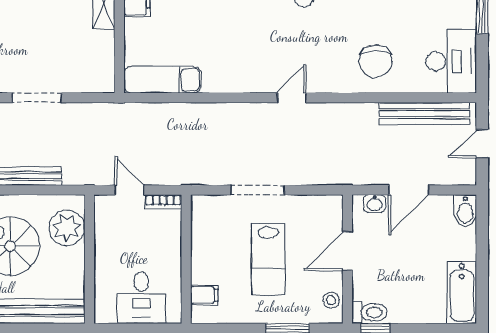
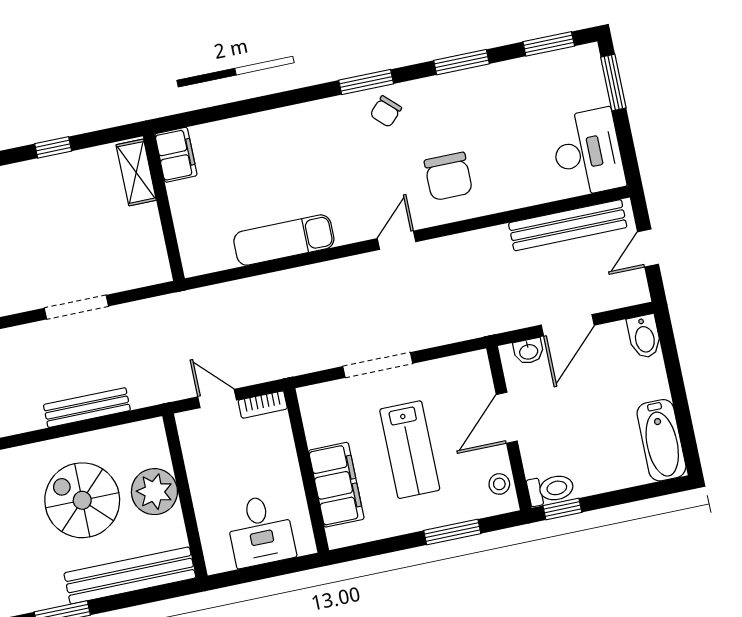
chair: (375, 61) -> (448, 176), moved
exam couch: (162, 80) -> (284, 240), moved
plant: (67, 228) -> (154, 492), moved
filing cabinet: (204, 295) -> (336, 485), width x3.00, depth x1.17

